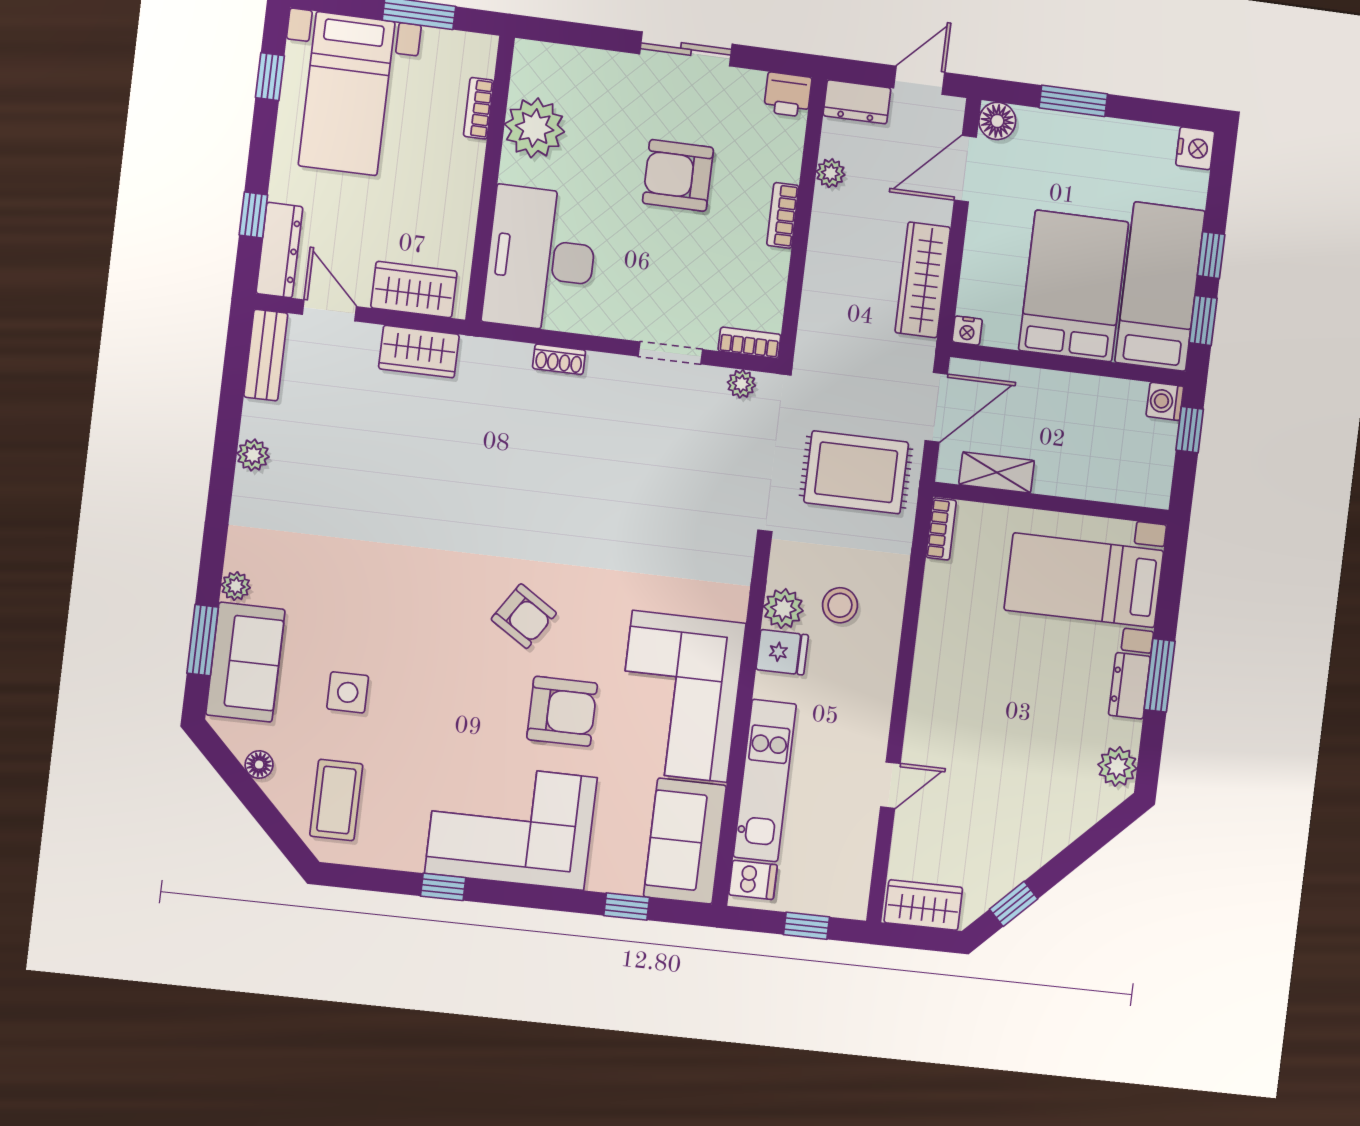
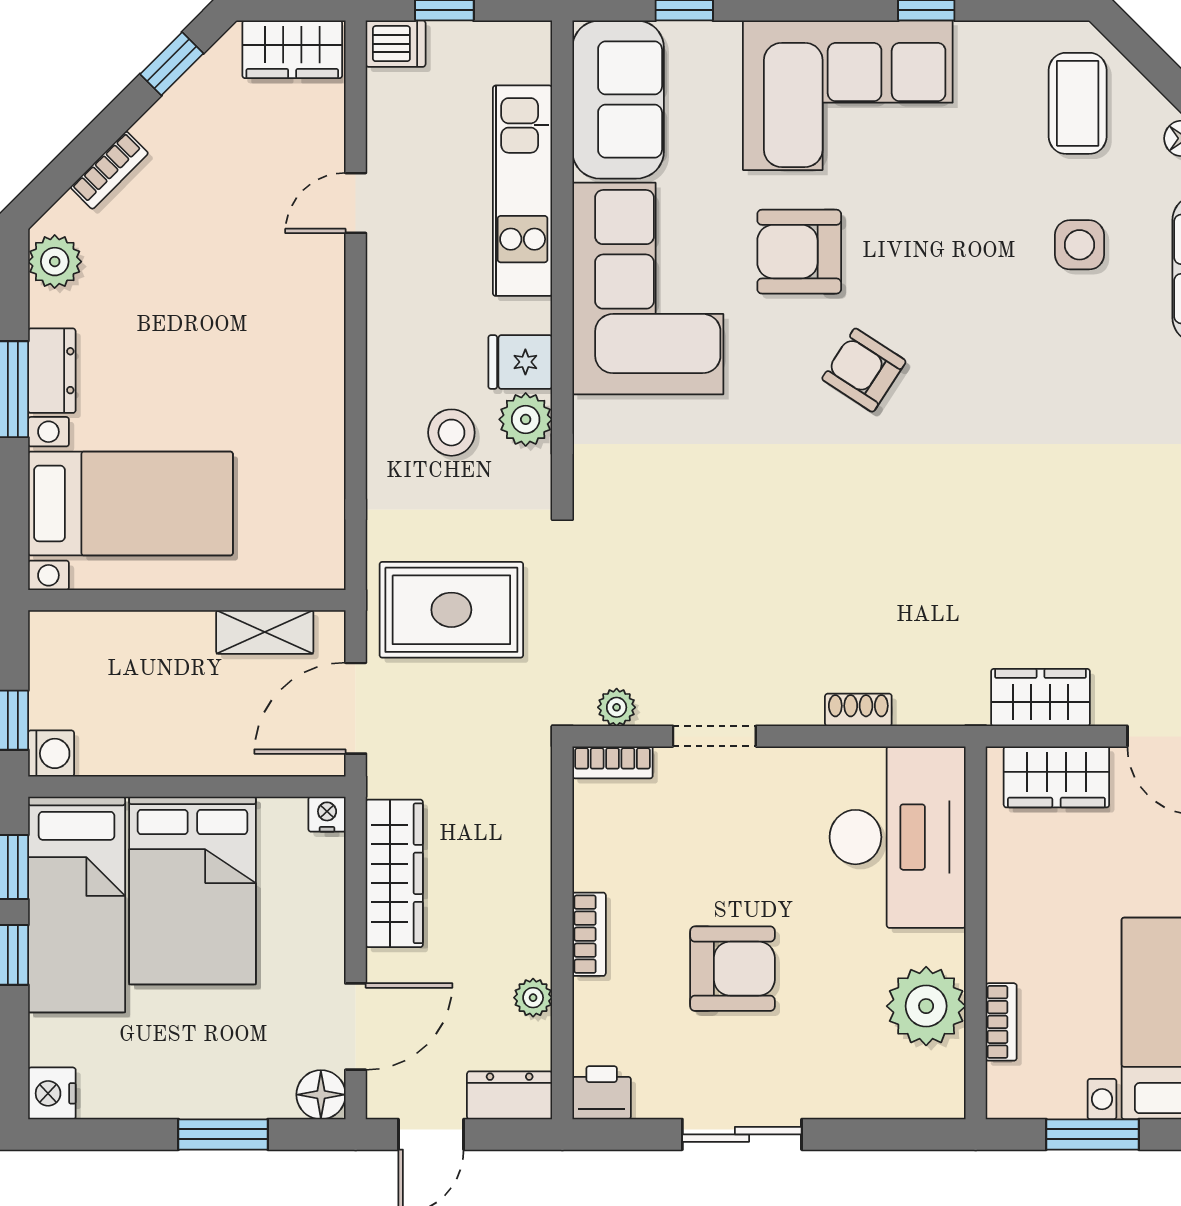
bookcase: (941, 529) -> (109, 170), moved, turned -135
dishwasher: (753, 880) -> (396, 44), moved, turned 180

